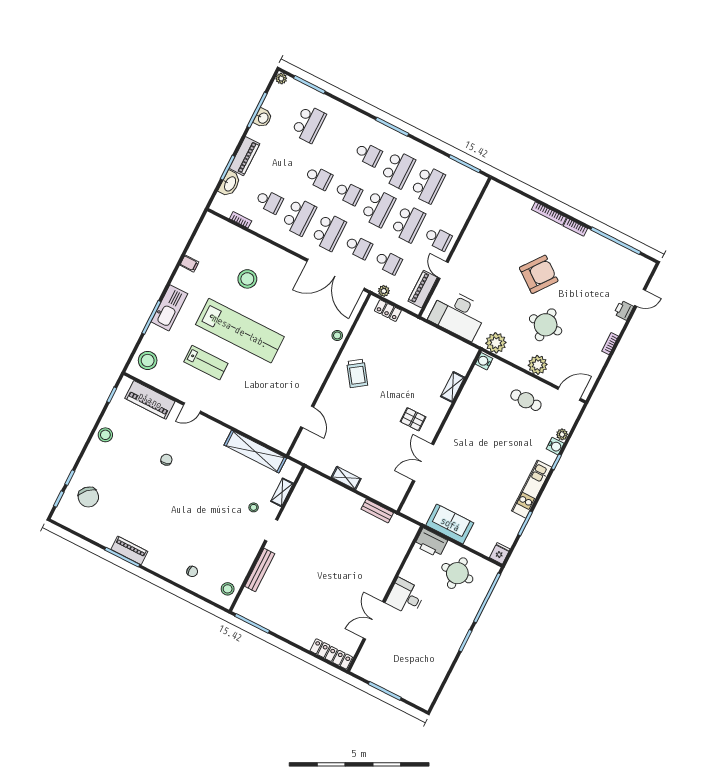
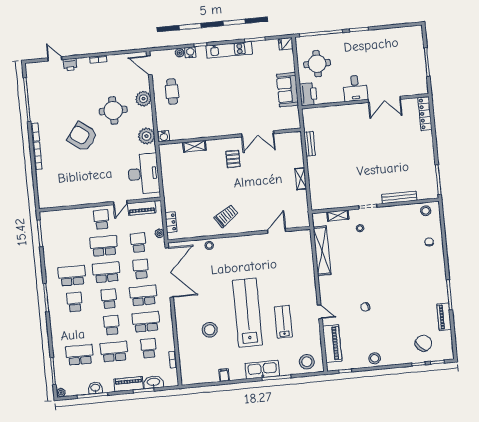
school desk: (428, 184) -> (114, 352), moved
piano: (129, 550) -> (444, 317), moved

